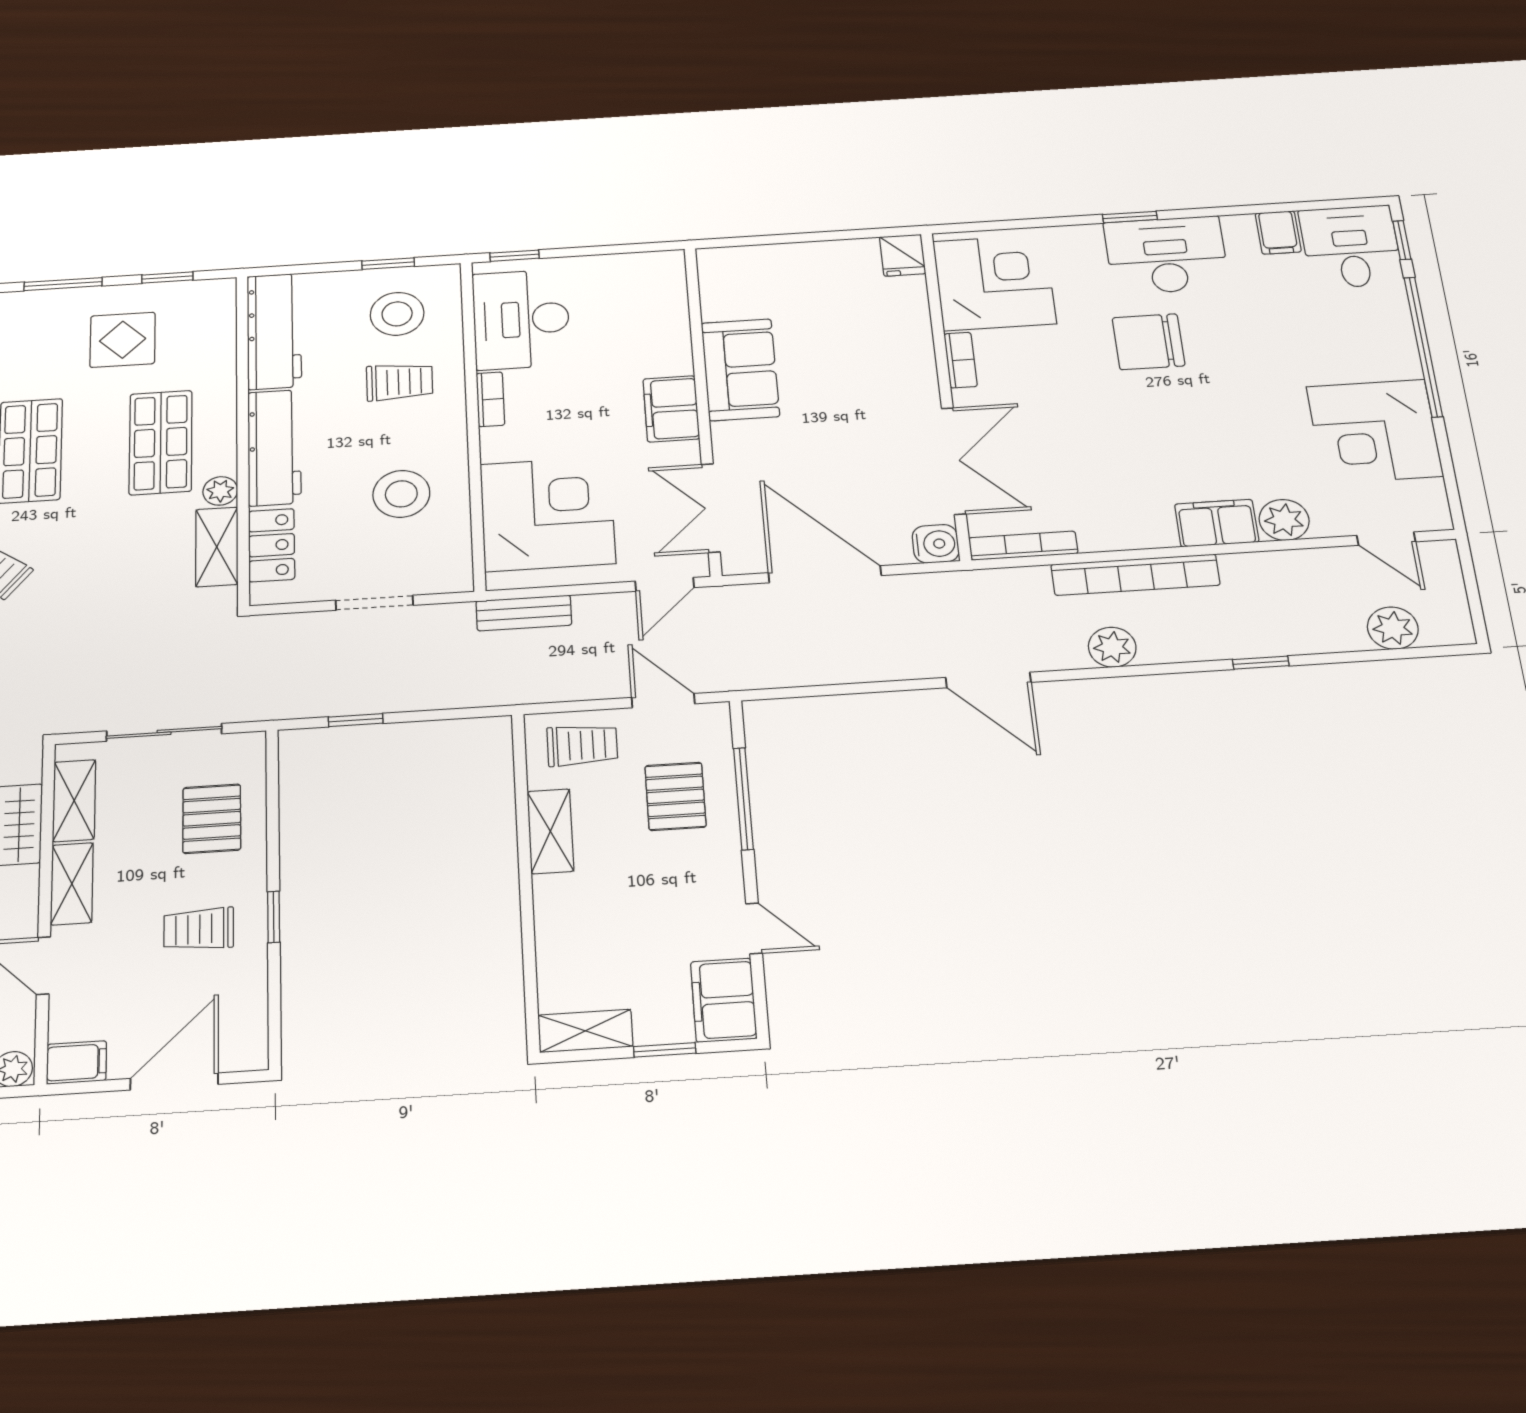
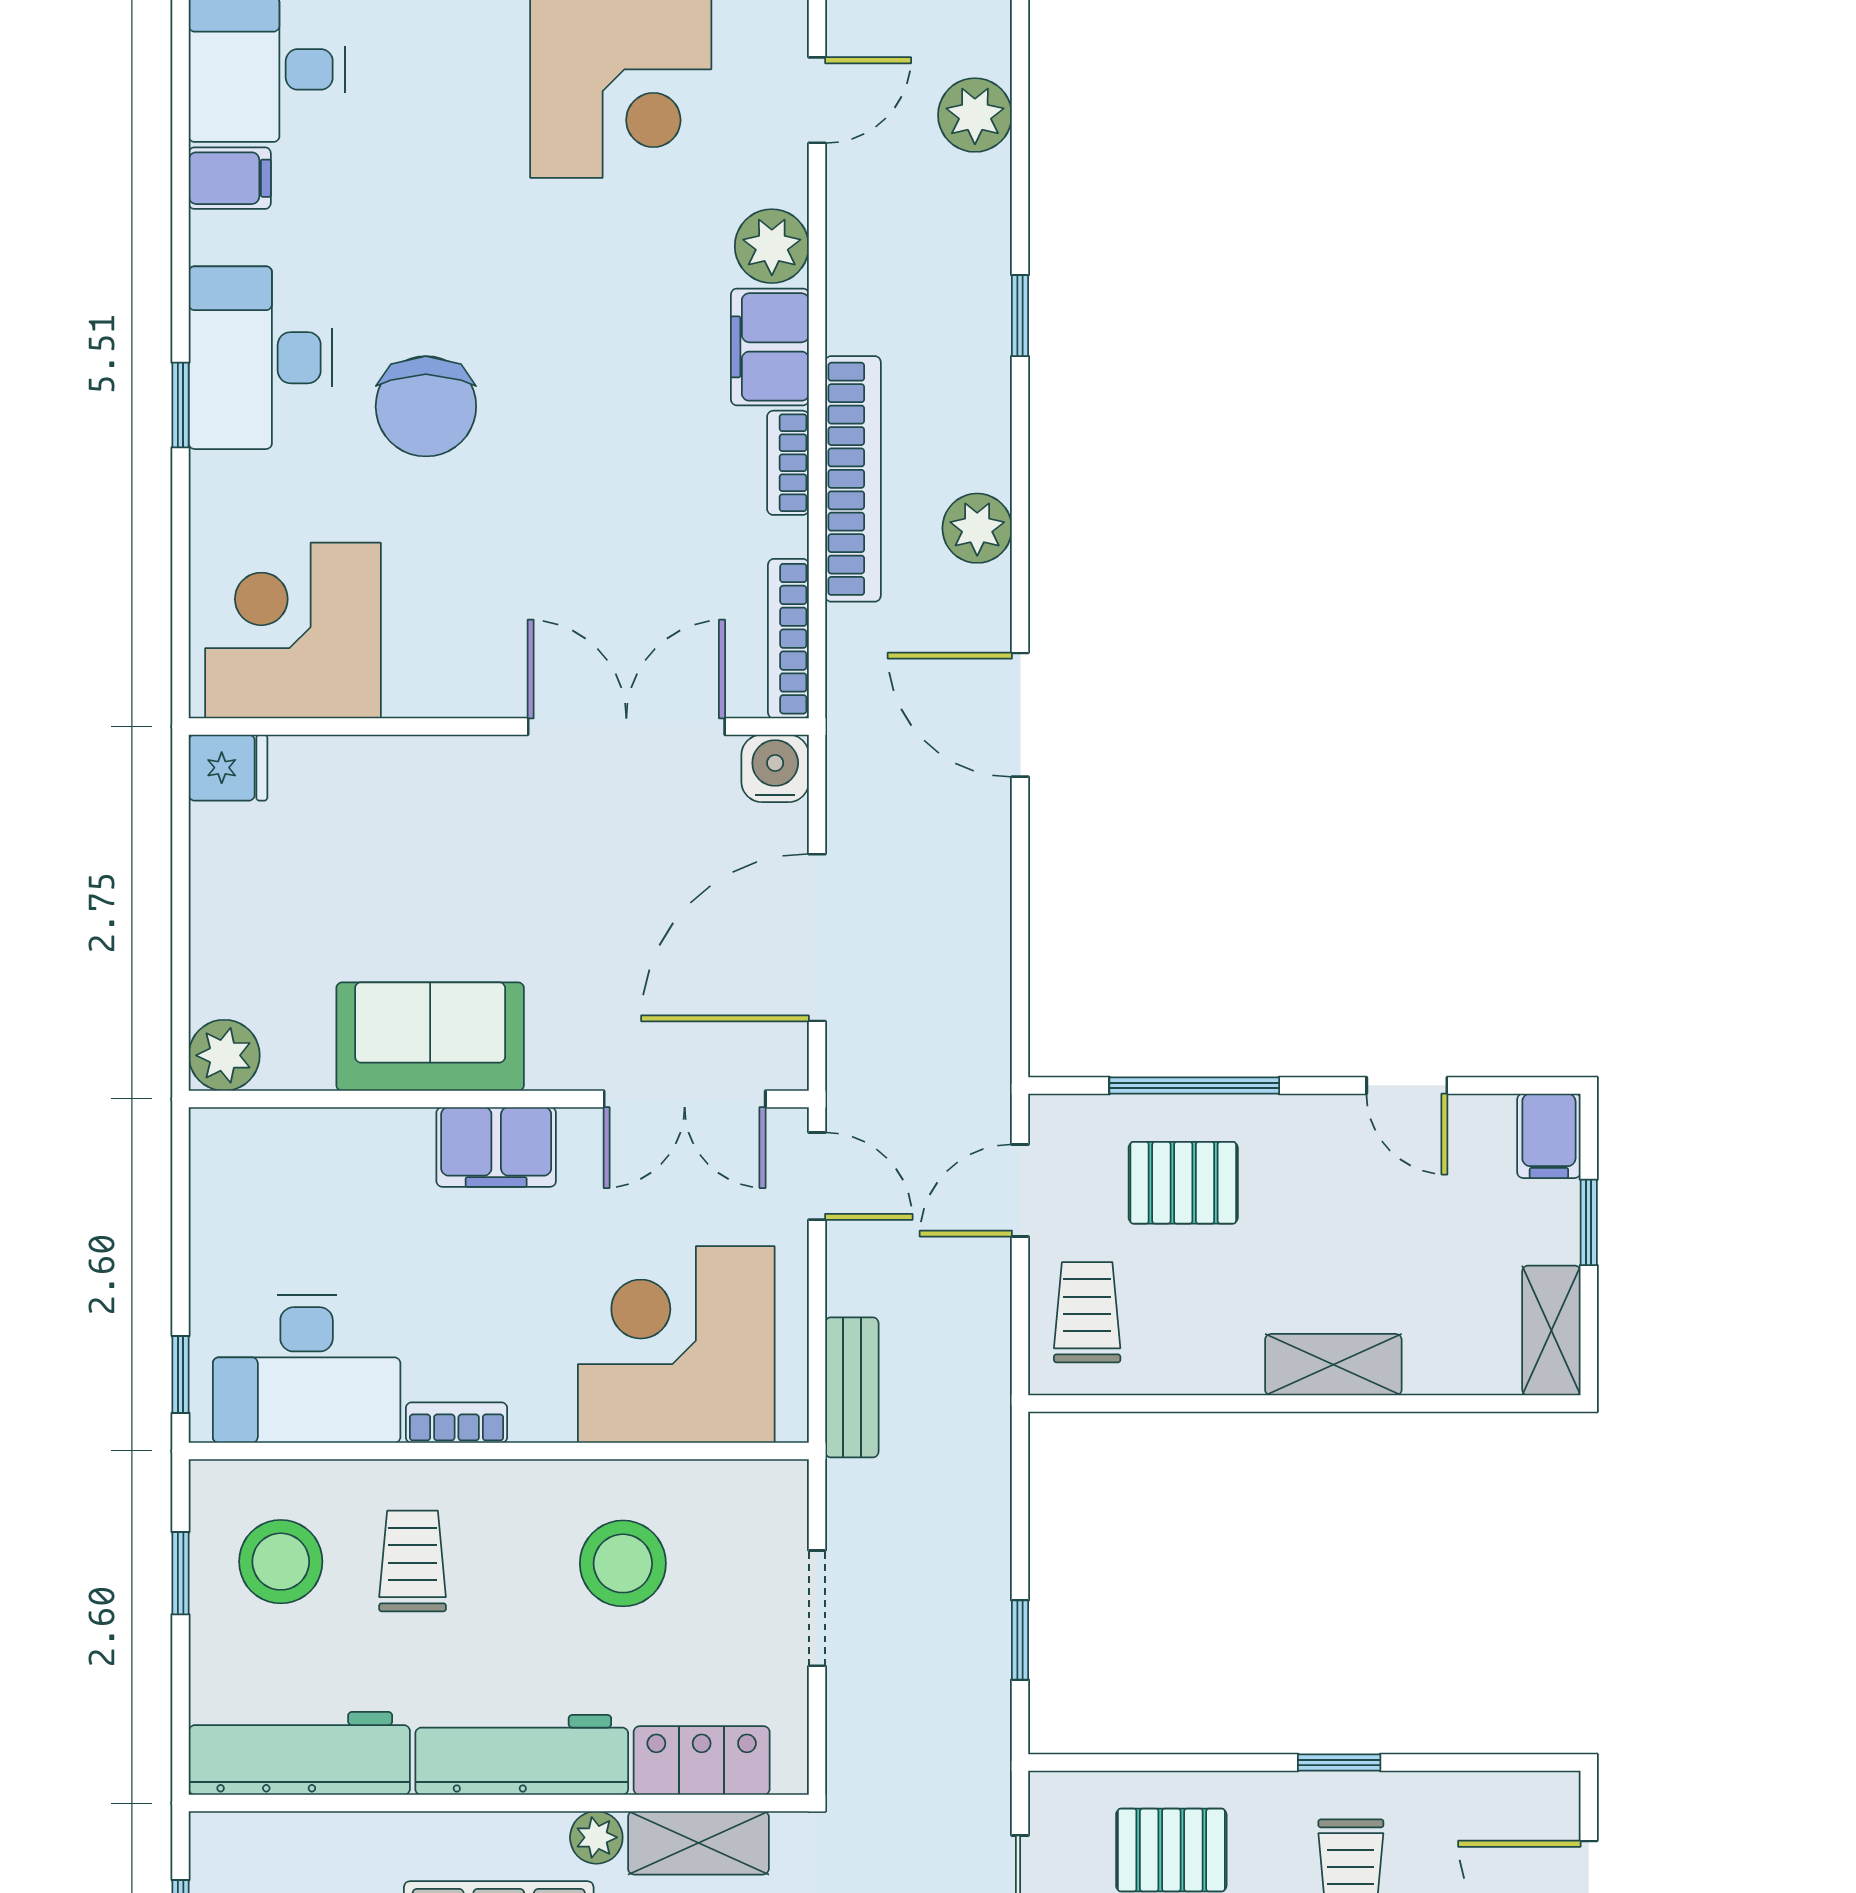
plant: (719, 265) -> (224, 1055), added
bookcase: (961, 360) -> (788, 463), moved, turned -90
door: (988, 680) -> (1020, 715), swing flipped
shelving: (550, 831) -> (1333, 1365), moved
door: (754, 928) -> (1407, 1085), swing flipped
filing cabinet: (724, 1000) -> (1549, 1136), width x0.50

